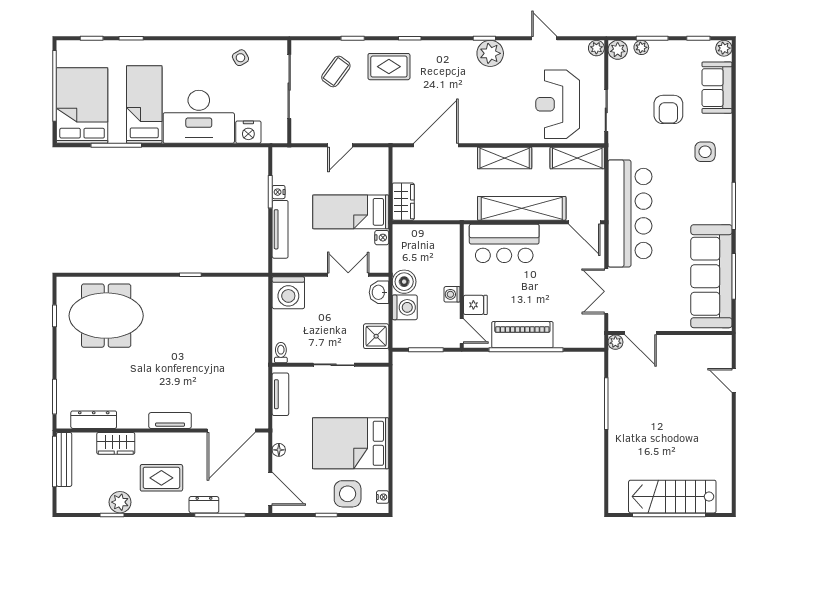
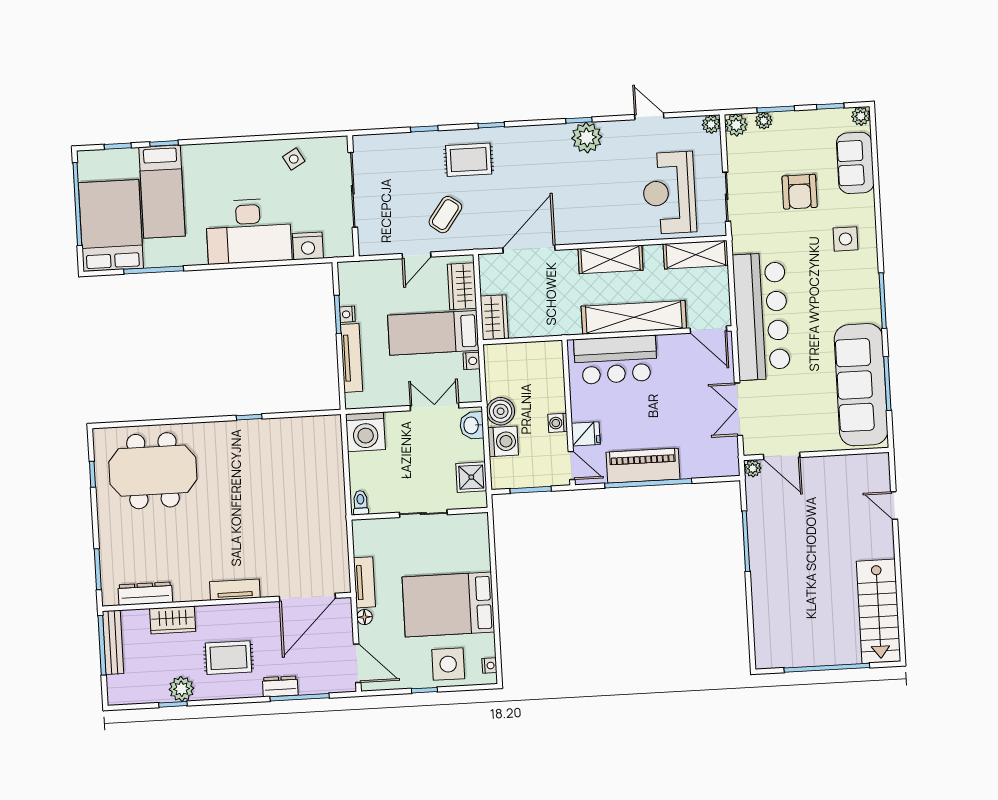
coffee table: (336, 72) -> (445, 215), moved
bed: (144, 104) -> (162, 192), moved, turned 180
wardrobe: (377, 174) -> (462, 286), added
tv unit: (280, 394) -> (364, 582), moved
stairs: (672, 497) -> (879, 611), moved, turned -90

